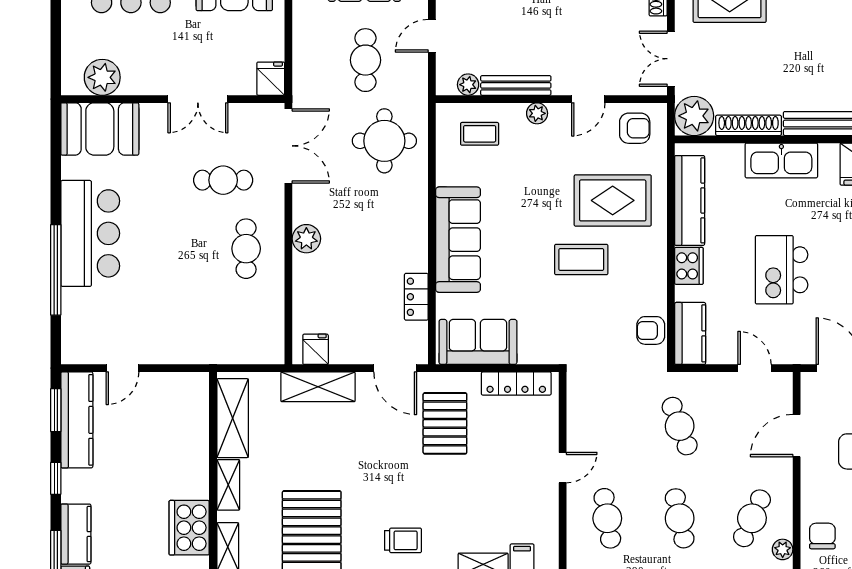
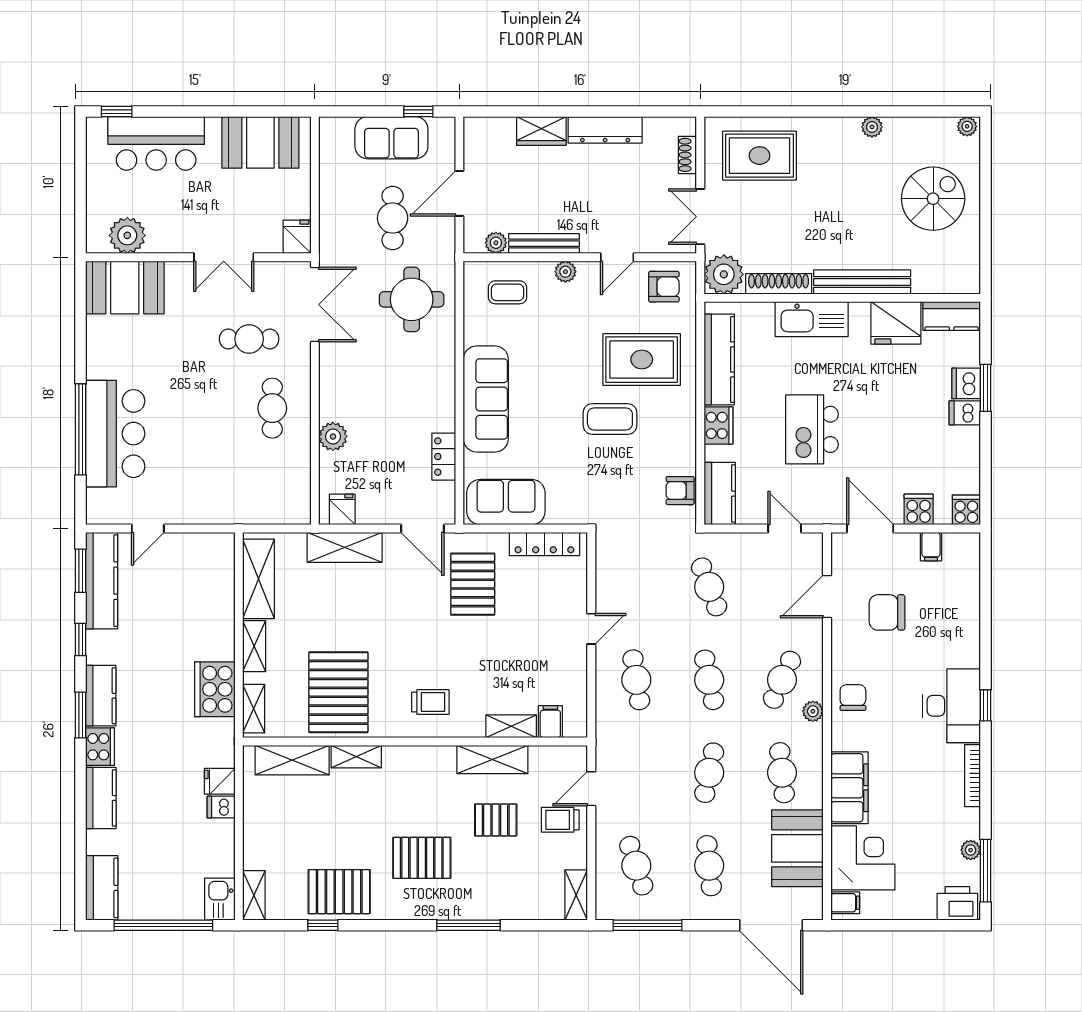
door: (432, 36) -> (459, 193), width x1.38
bar counter: (90, 233) -> (115, 434), moved
plant: (306, 239) -> (333, 436), moved

